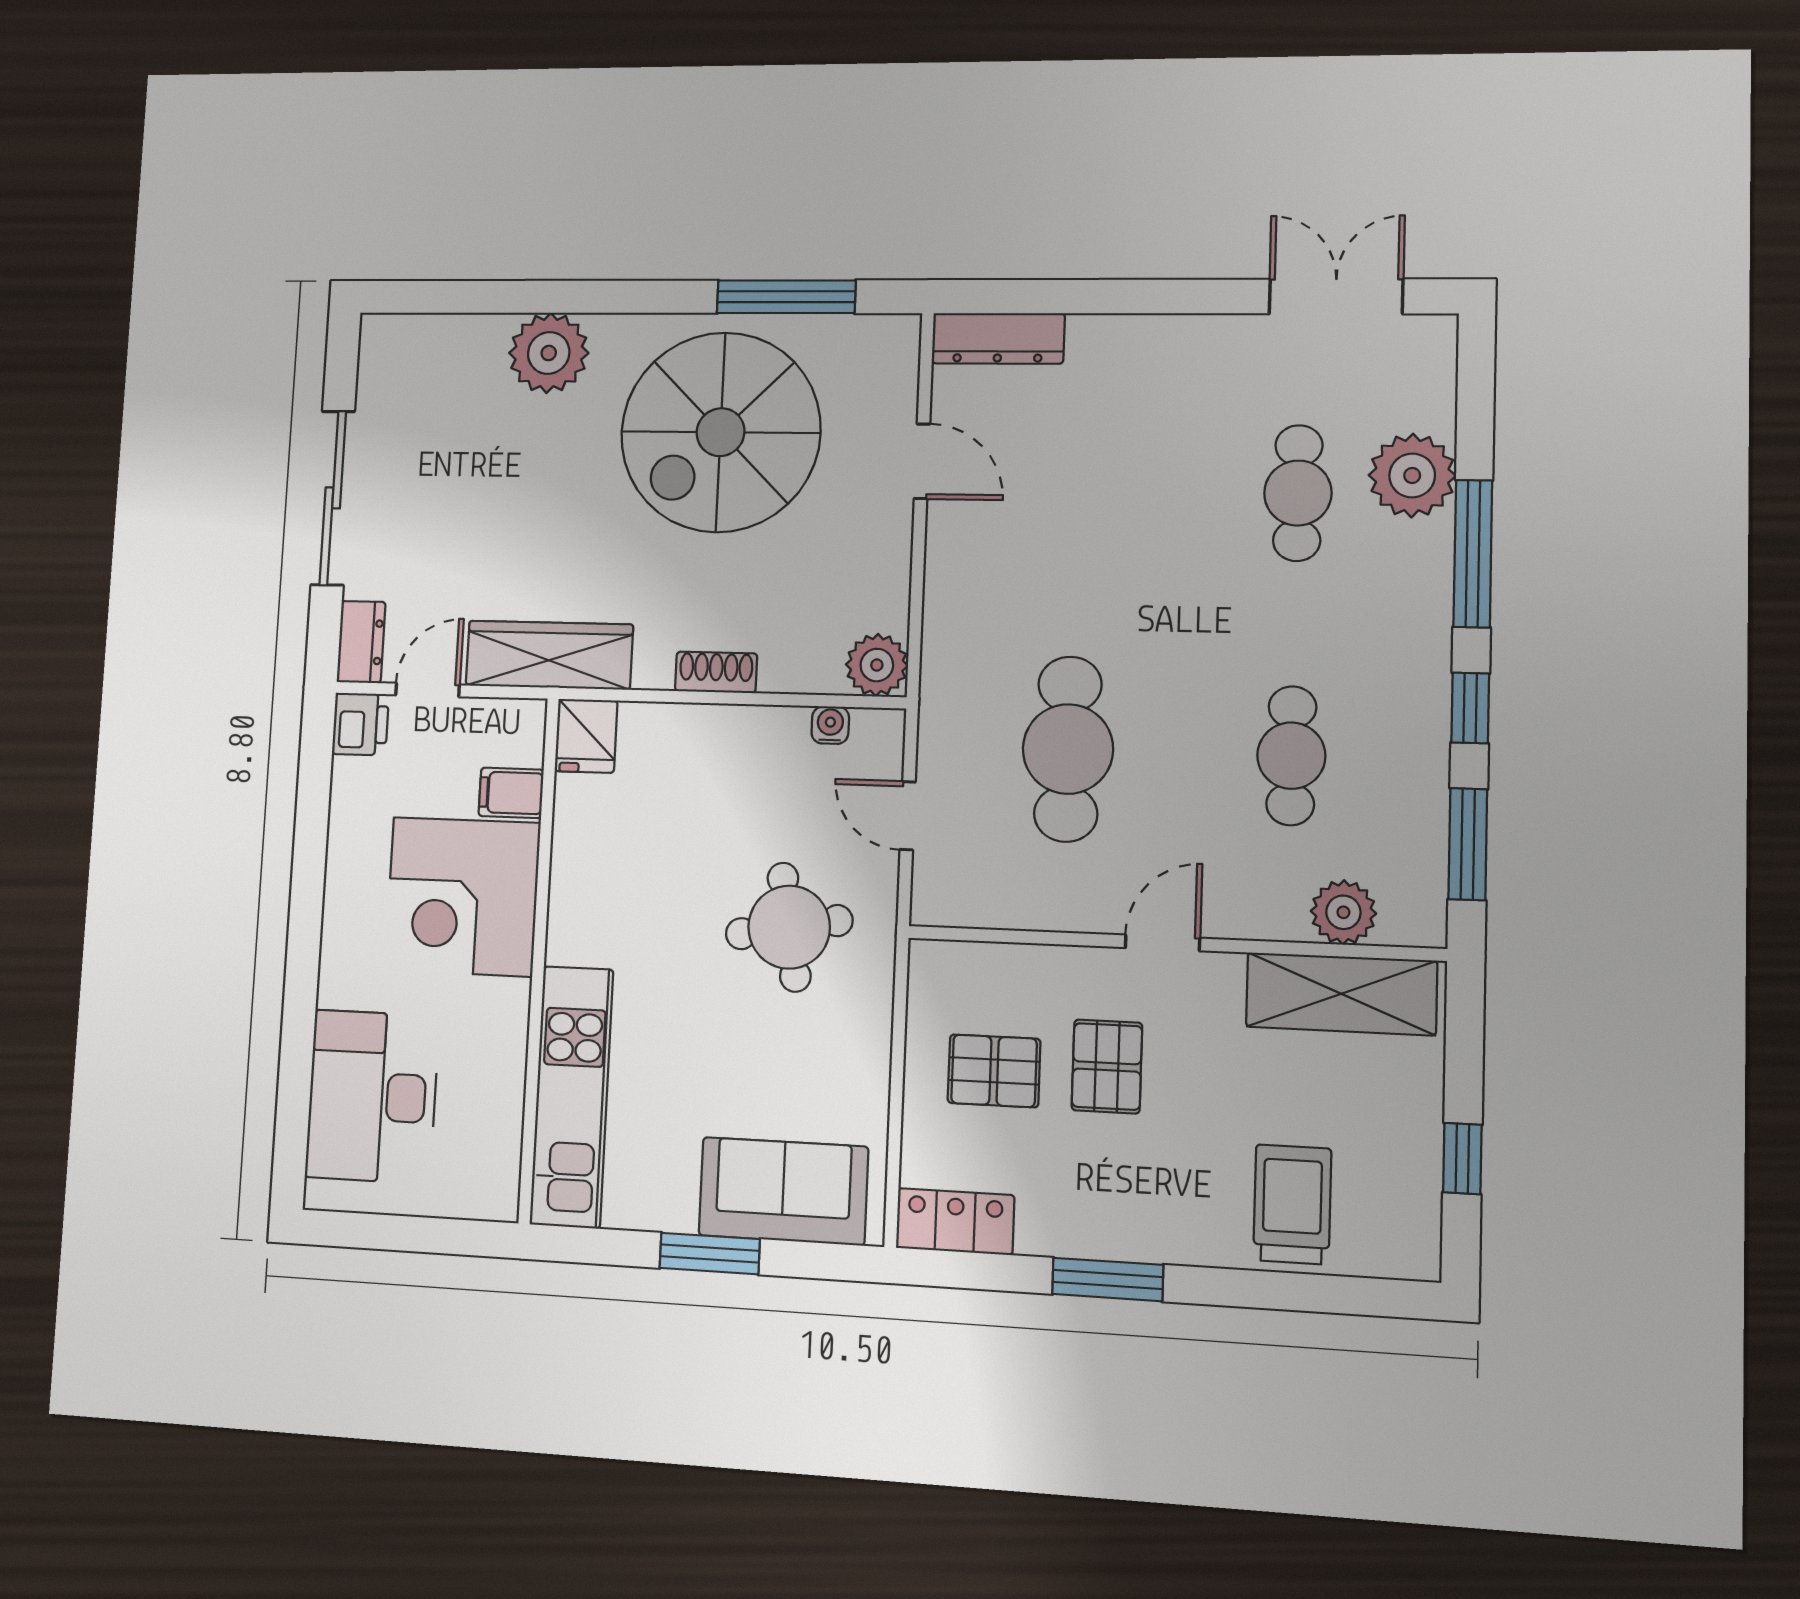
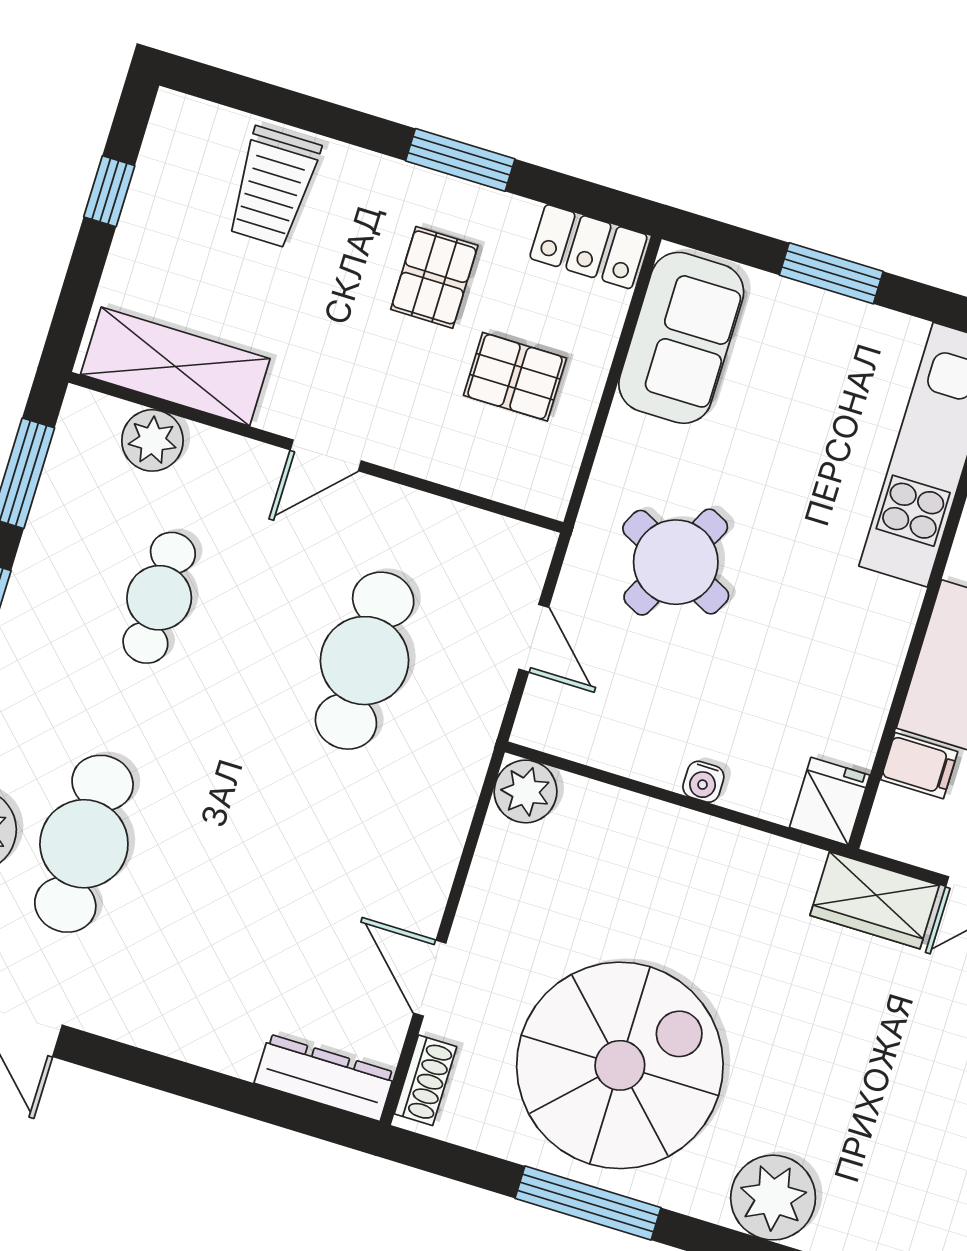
window: (786, 297) -> (588, 1203), moved
cafe table: (1298, 493) -> (84, 844), width x1.37, depth x1.35
wardrobe: (549, 655) -> (875, 900), width x0.67
shoe rack: (716, 672) -> (425, 1080), moved, turned -90
water cooler: (830, 725) -> (703, 782), moved
round table: (789, 927) -> (676, 562), turned 37
pallet: (1107, 1066) -> (434, 277), moved
sofa: (783, 1191) -> (681, 338), moved, turned -90

